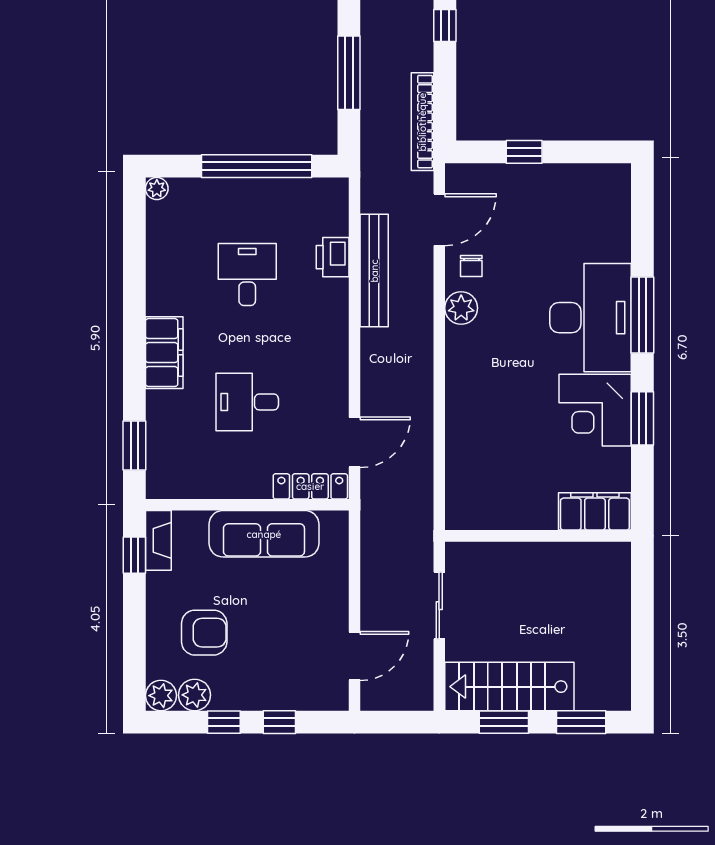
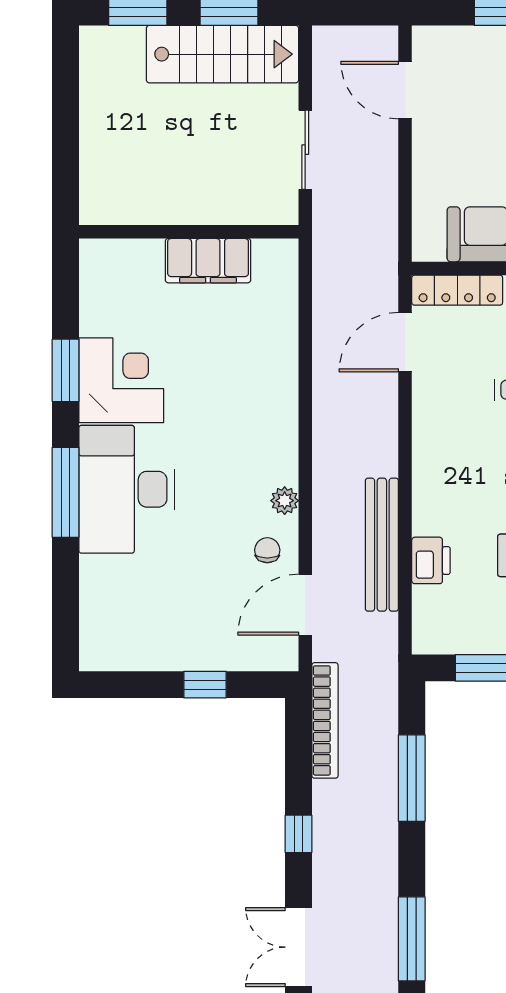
plant: (461, 308) -> (285, 501), width x0.73, depth x0.73
filing cabinet: (595, 511) -> (208, 261), moved
door: (354, 656) -> (405, 90), hinge flipped

